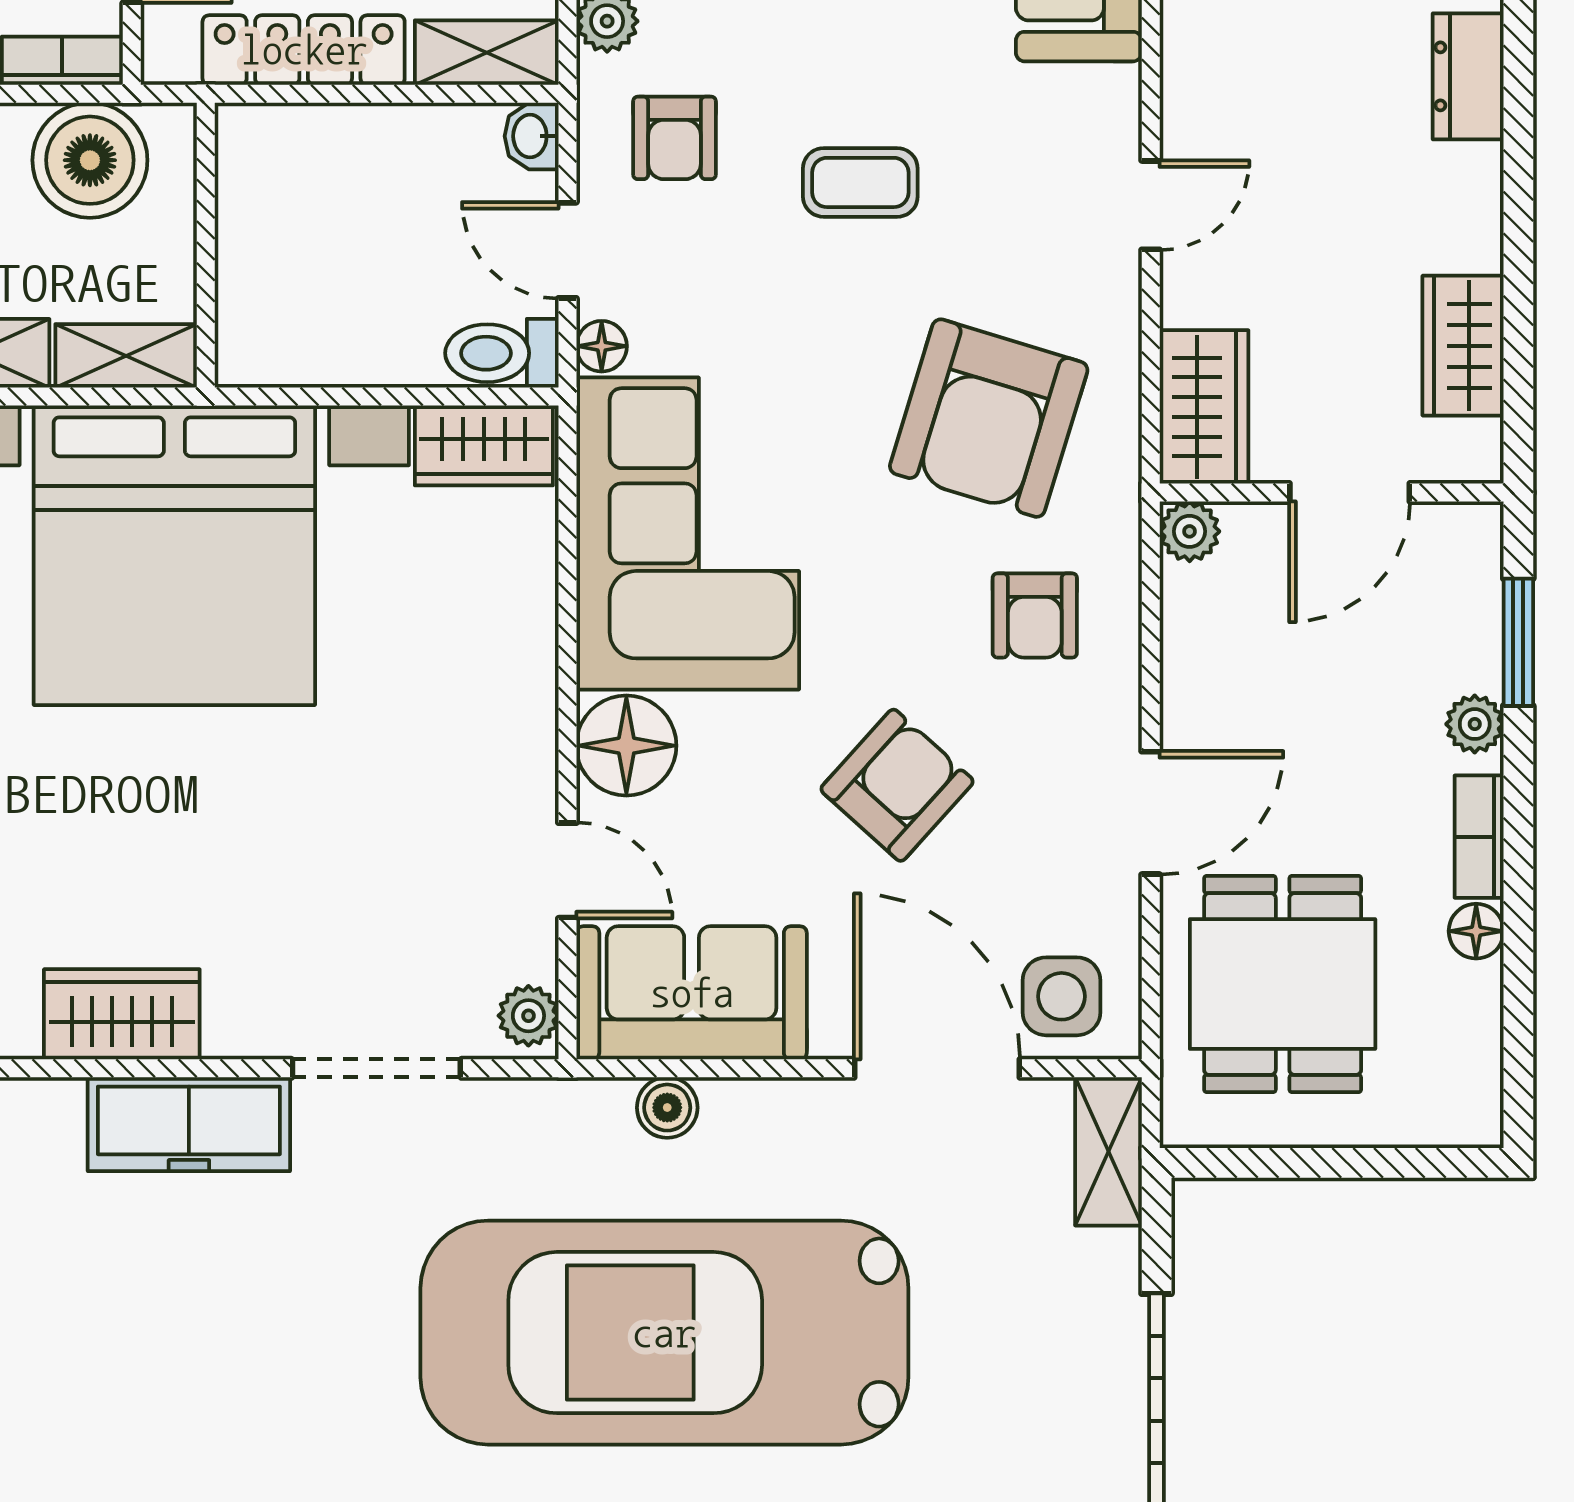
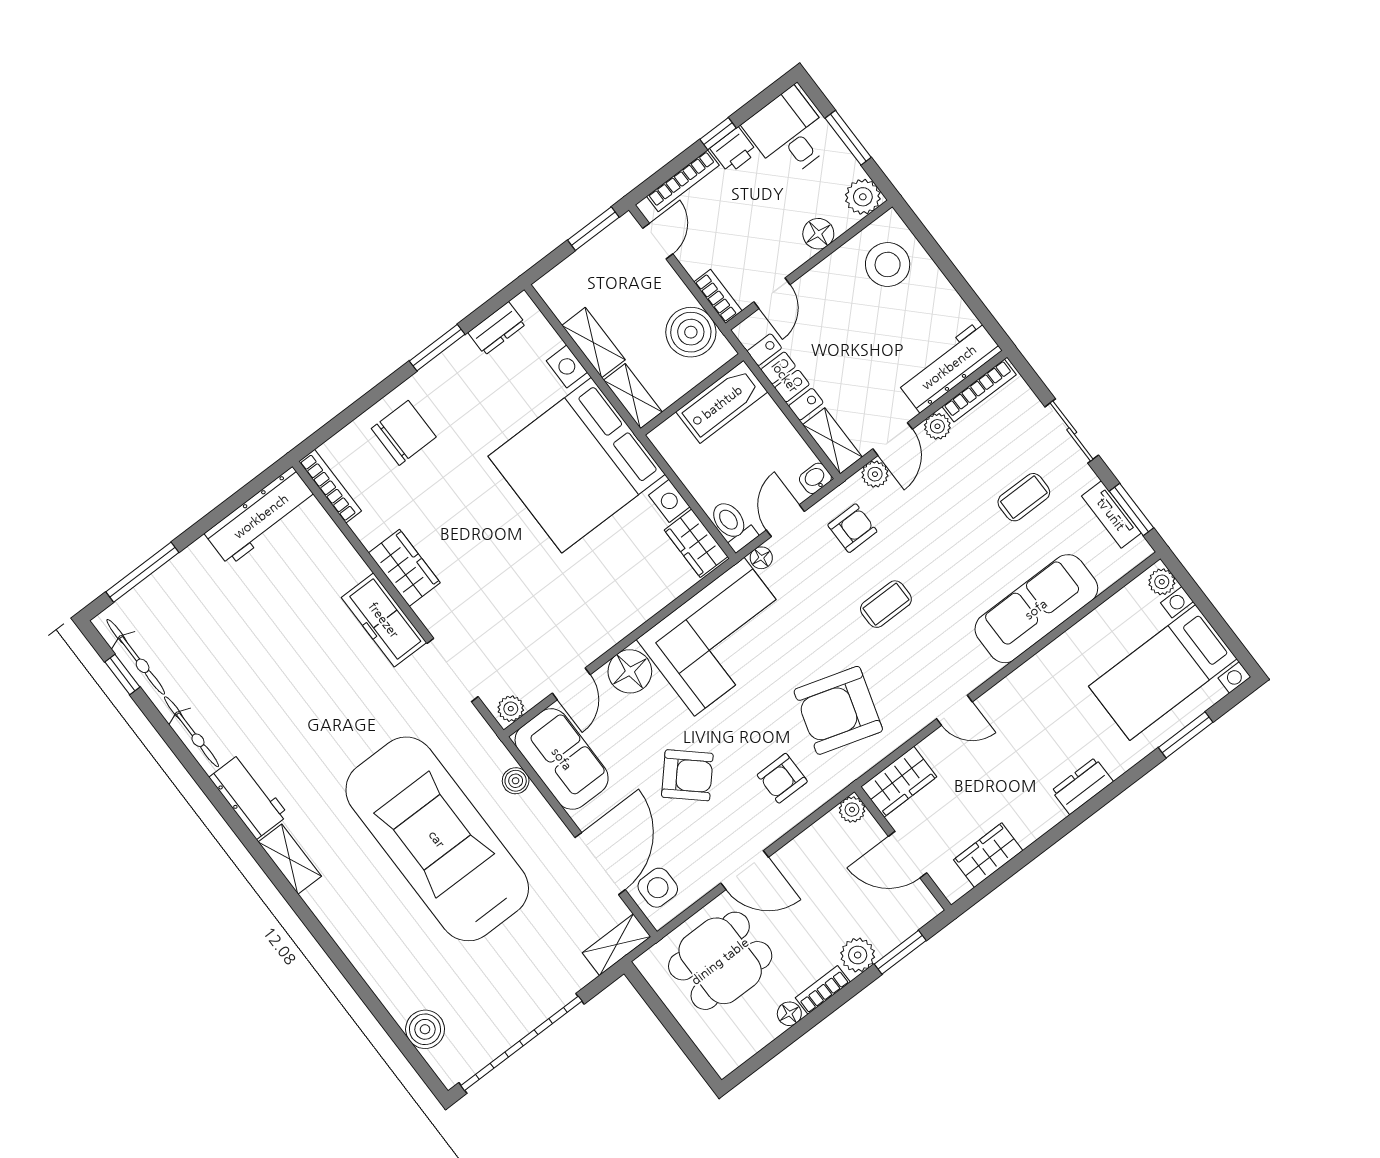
armchair: (675, 138) -> (852, 528), turned 180
coffee table: (860, 182) -> (886, 604), turned 90
bathtub: (261, 201) -> (722, 402), added
plant: (1475, 724) -> (858, 955), width x1.38, depth x1.38

